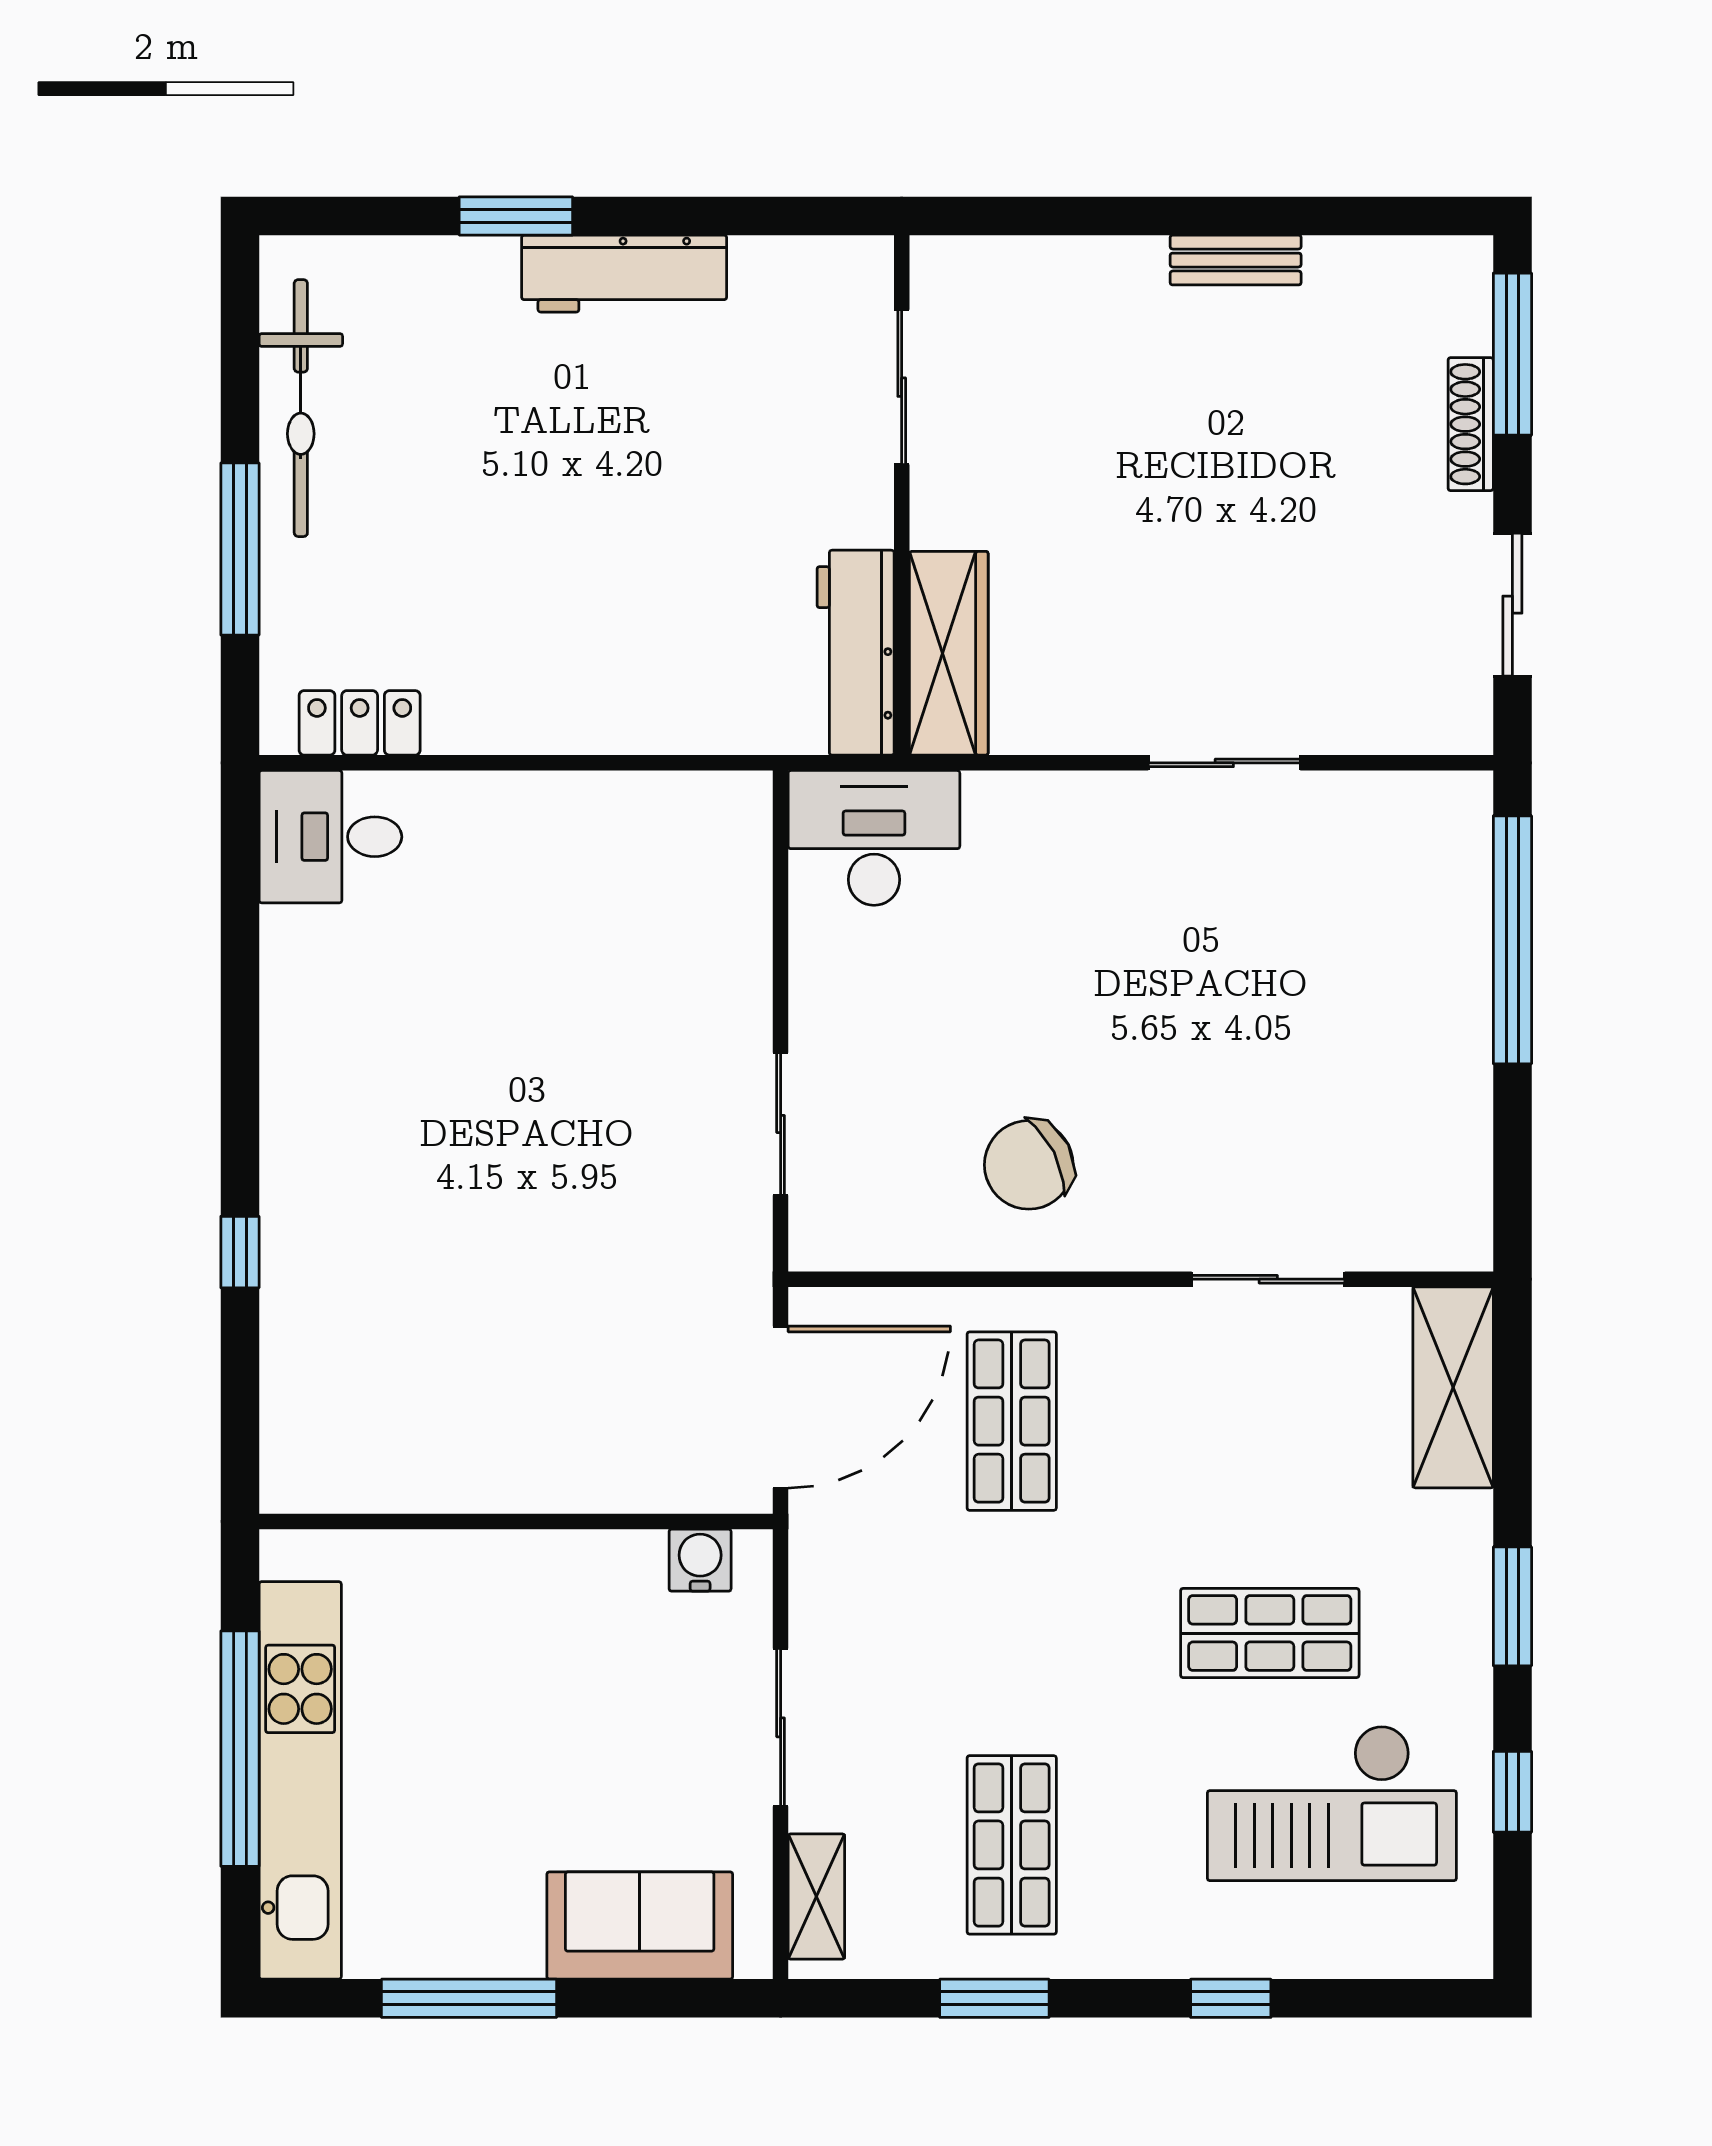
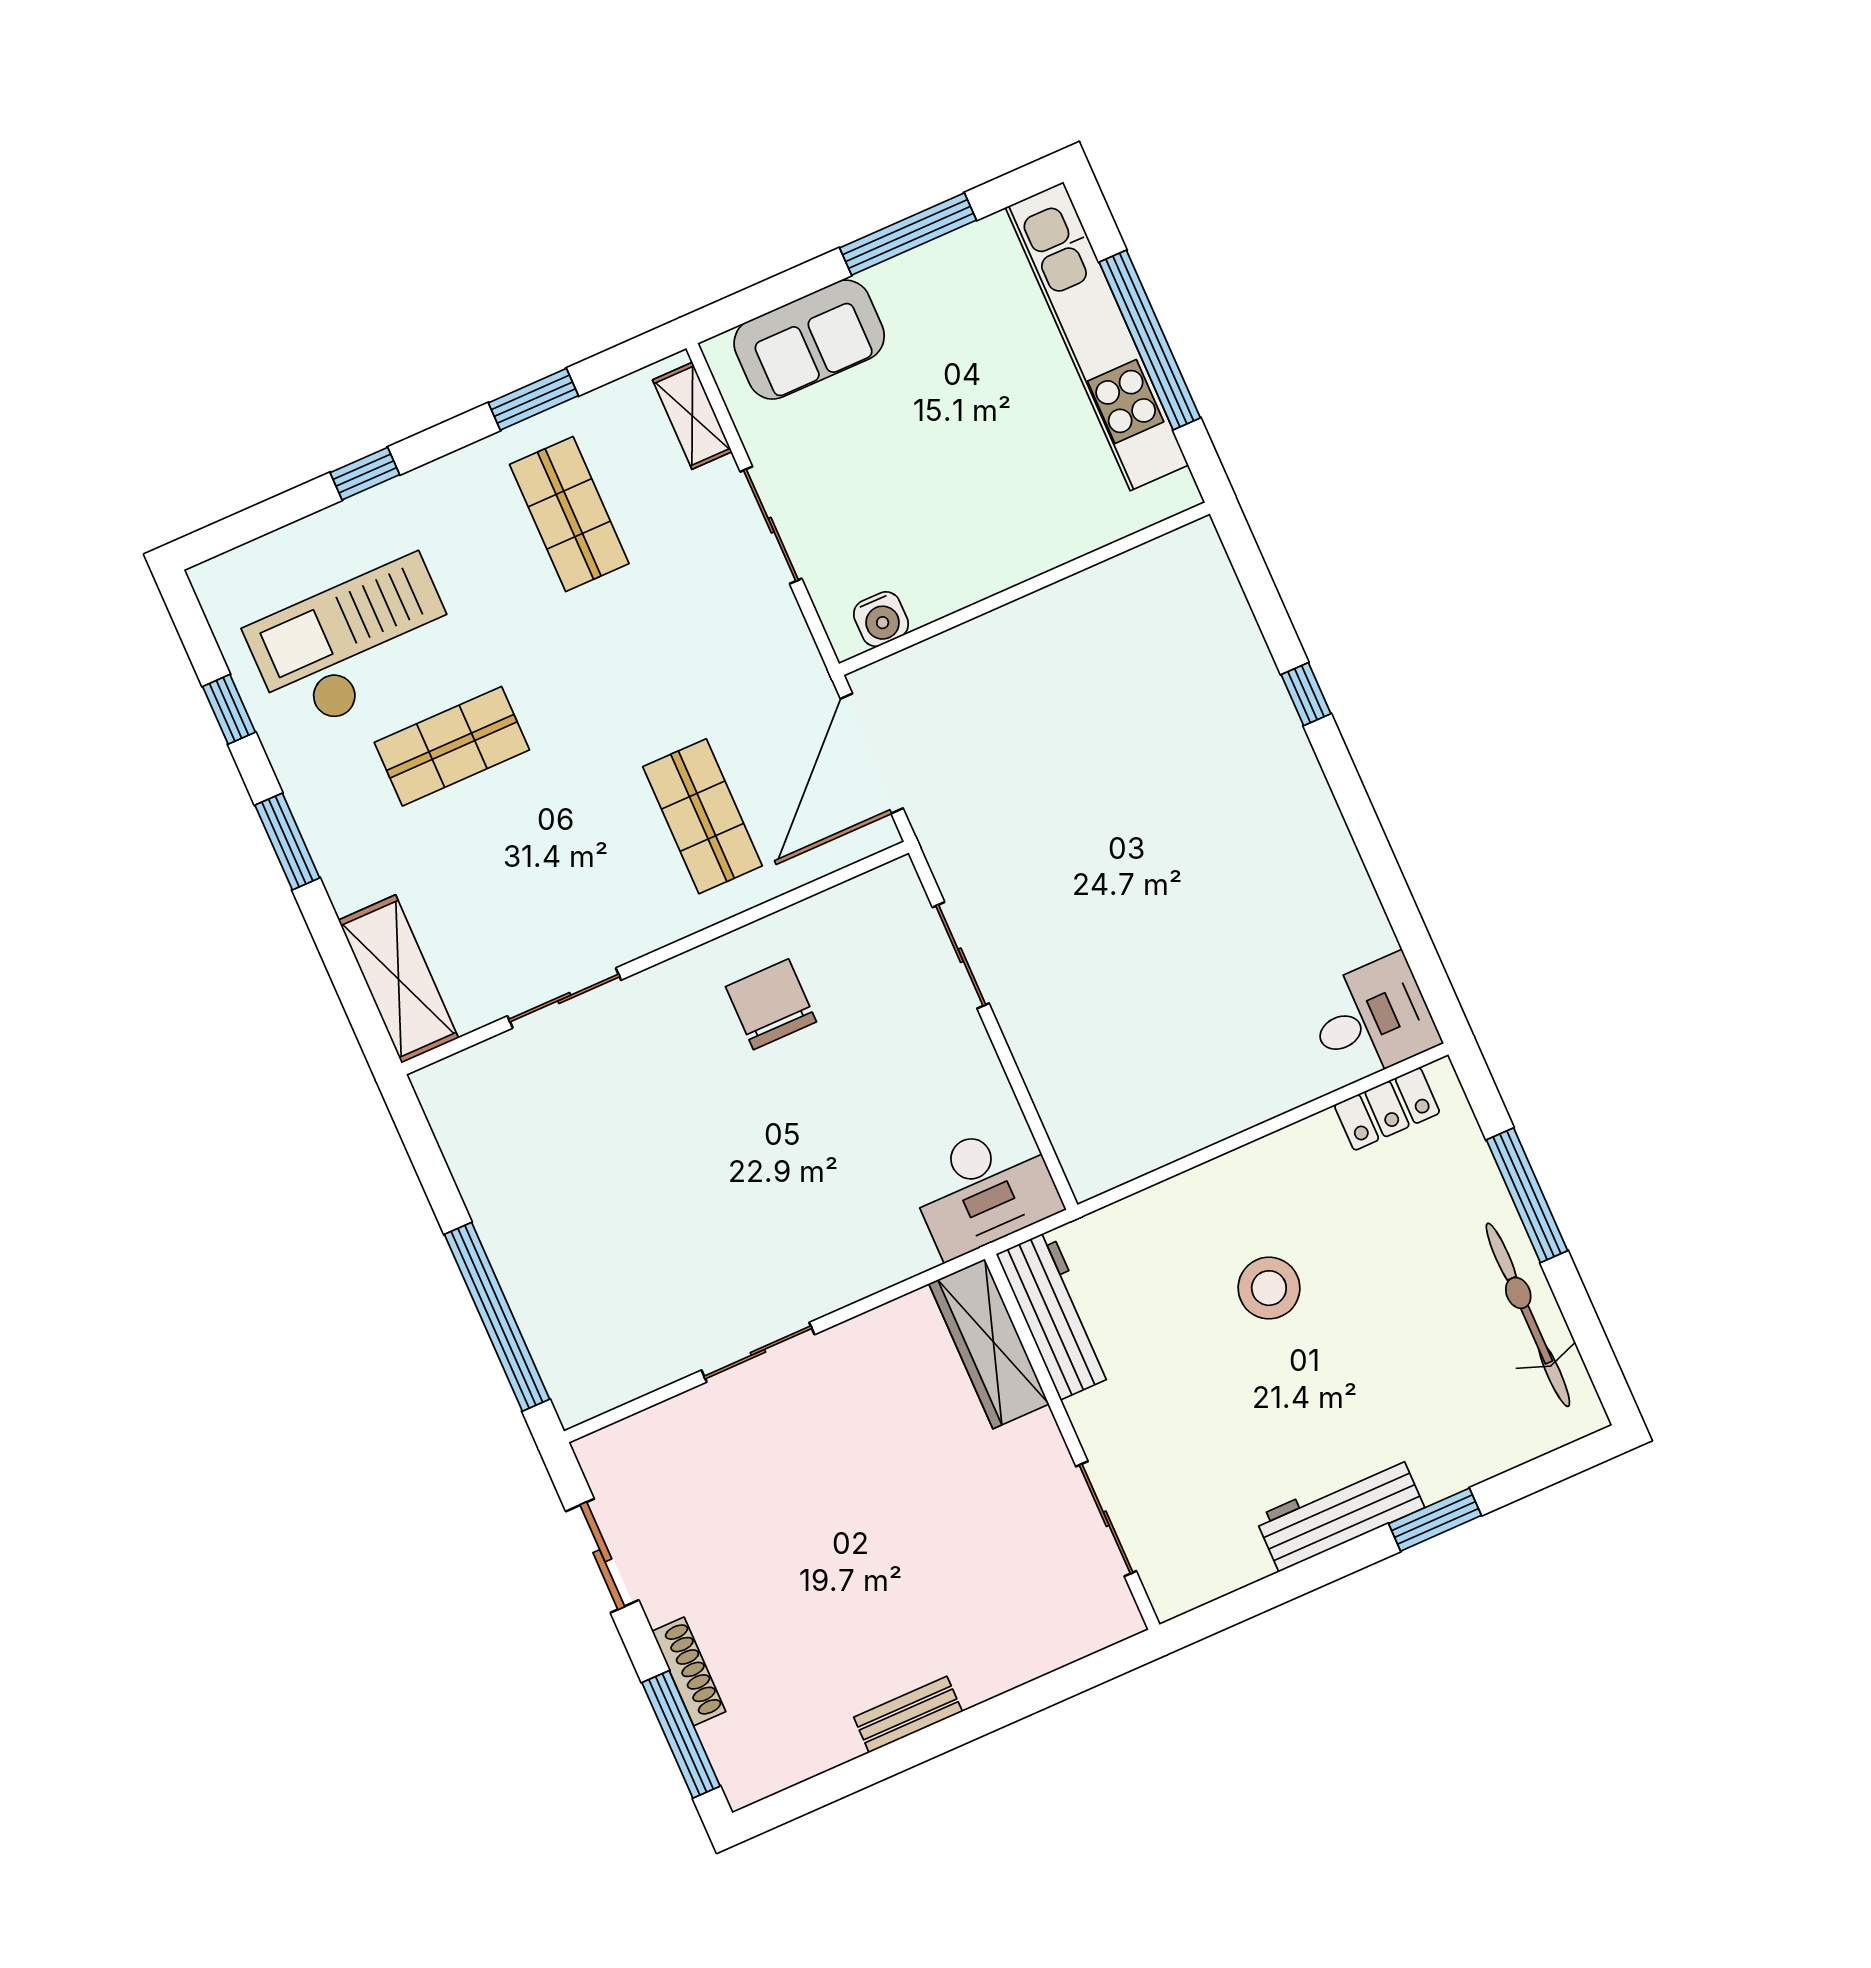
stool: (591, 574) -> (1269, 1288), added
chair: (1029, 1165) -> (771, 1004), turned -63

